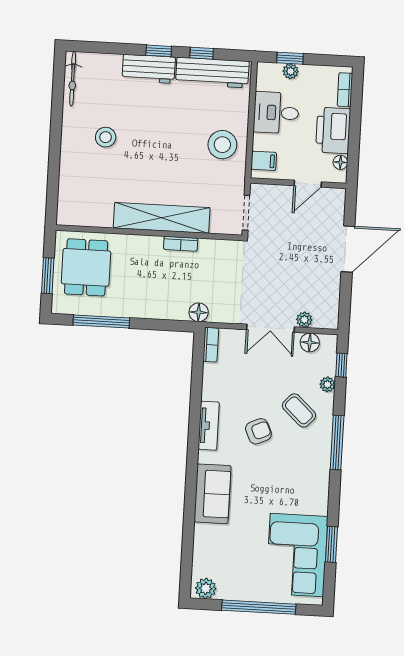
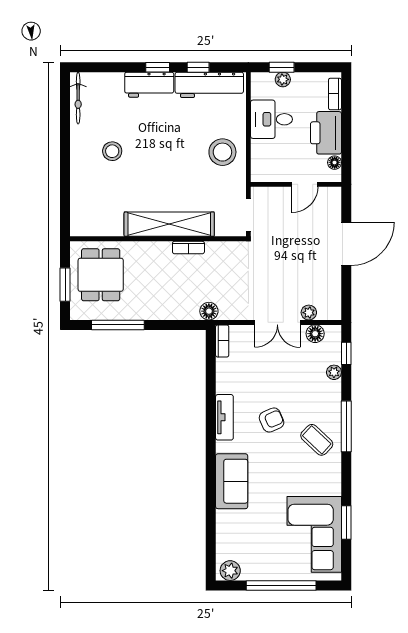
filing cabinet: (264, 161) -> (262, 165), removed
coffee table: (299, 410) -> (317, 440), moved

